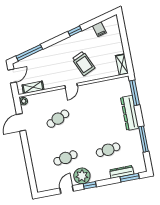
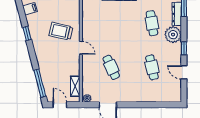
trolley: (83, 63) -> (61, 31), turned -143
plant: (82, 176) -> (173, 35), moved

